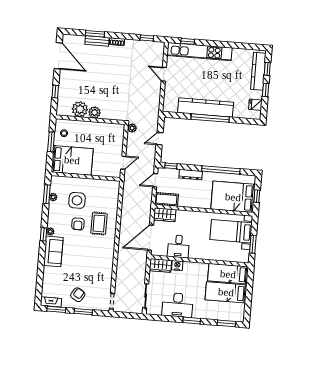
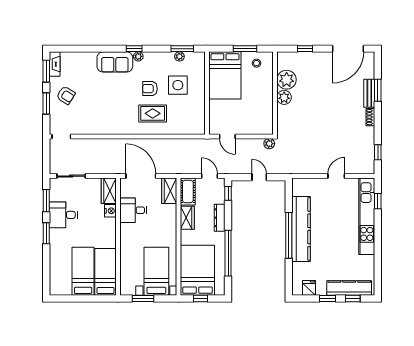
wardrobe: (188, 202) -> (187, 218), added
desk: (178, 305) -> (63, 215), width x0.73
window: (226, 323) -> (46, 201), moved

